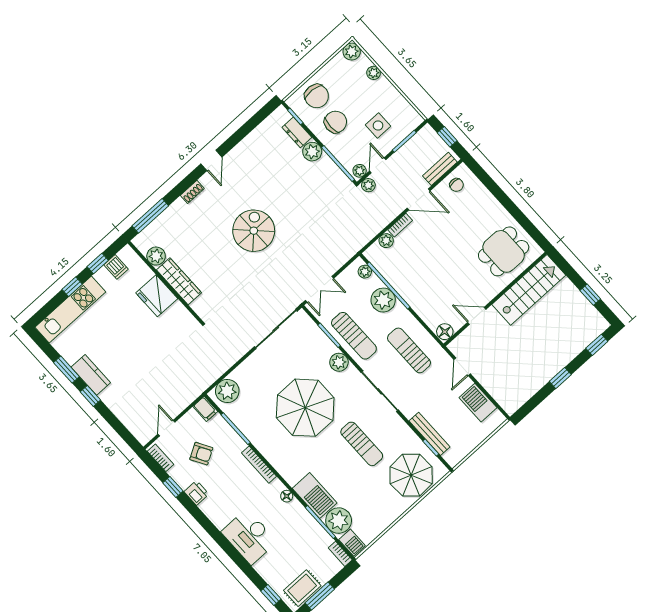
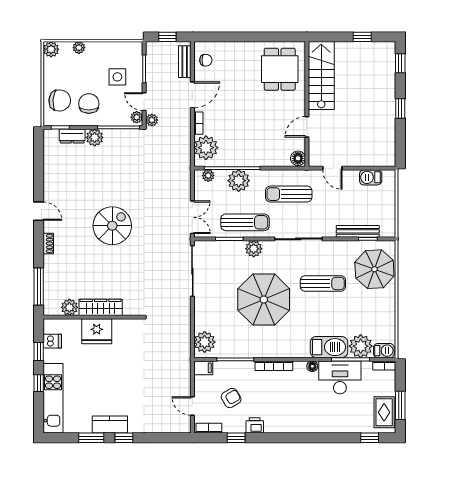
spiral stairs: (254, 231) -> (112, 226), turned 90
plant: (386, 241) -> (206, 148), width x1.87, depth x1.87
barbecue: (478, 403) -> (371, 177), width x0.73, depth x0.79
desk: (249, 537) -> (340, 377), moved, turned 180

